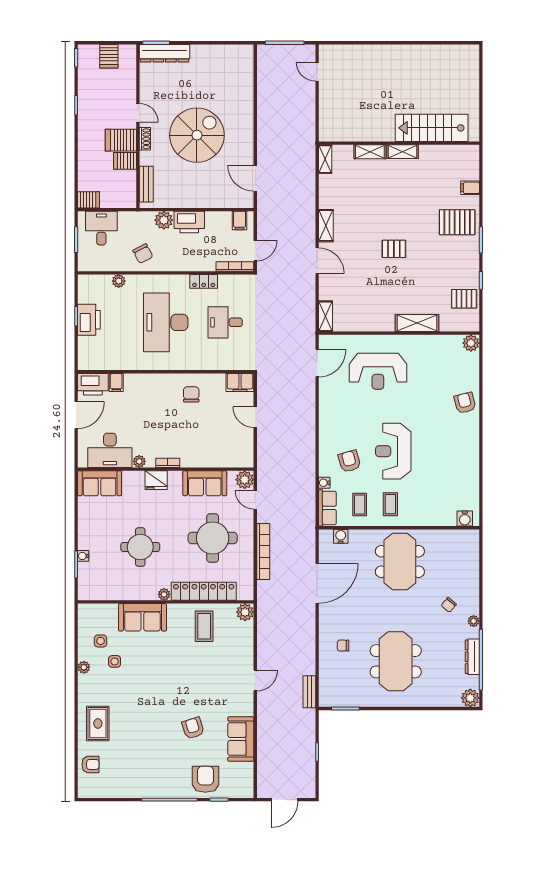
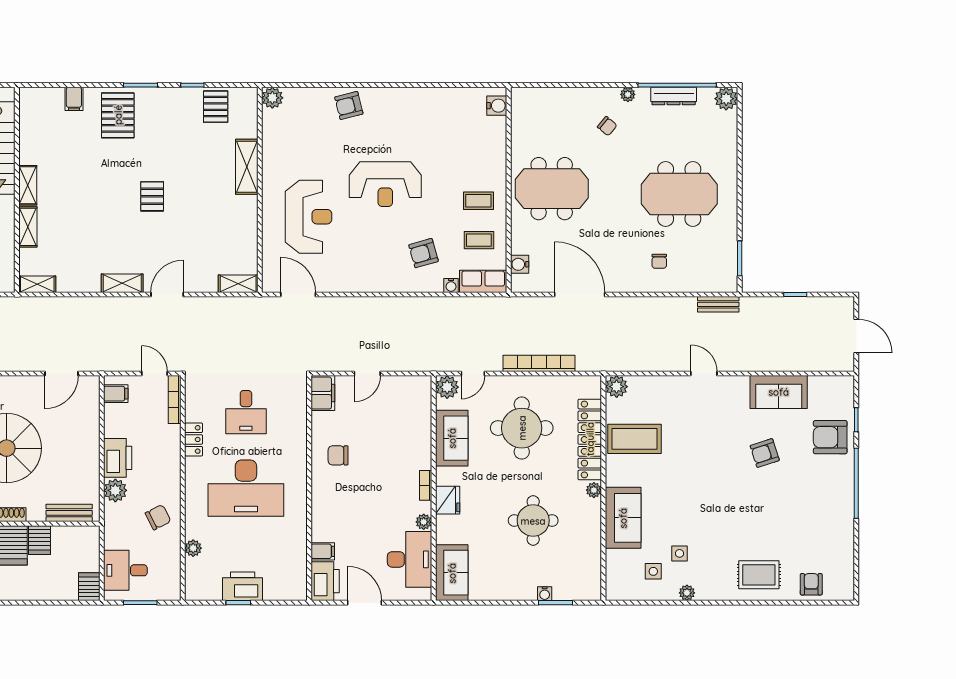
reception desk: (393, 451) -> (385, 184), moved
coffee table: (204, 626) -> (635, 439), width x1.36, depth x1.32

